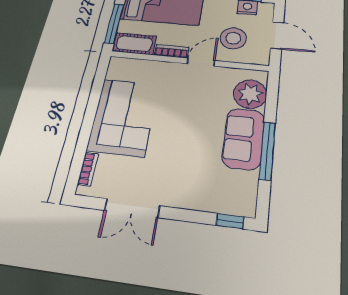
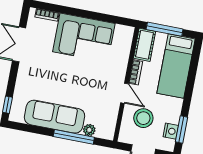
plant: (250, 94) -> (89, 130), width x0.53, depth x0.53
sofa: (244, 139) -> (55, 117), width x1.36
window: (267, 151) -> (74, 137), moved

